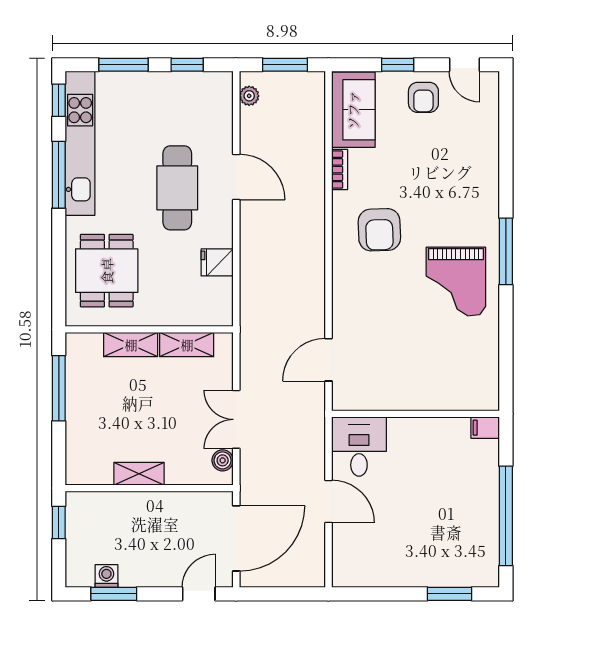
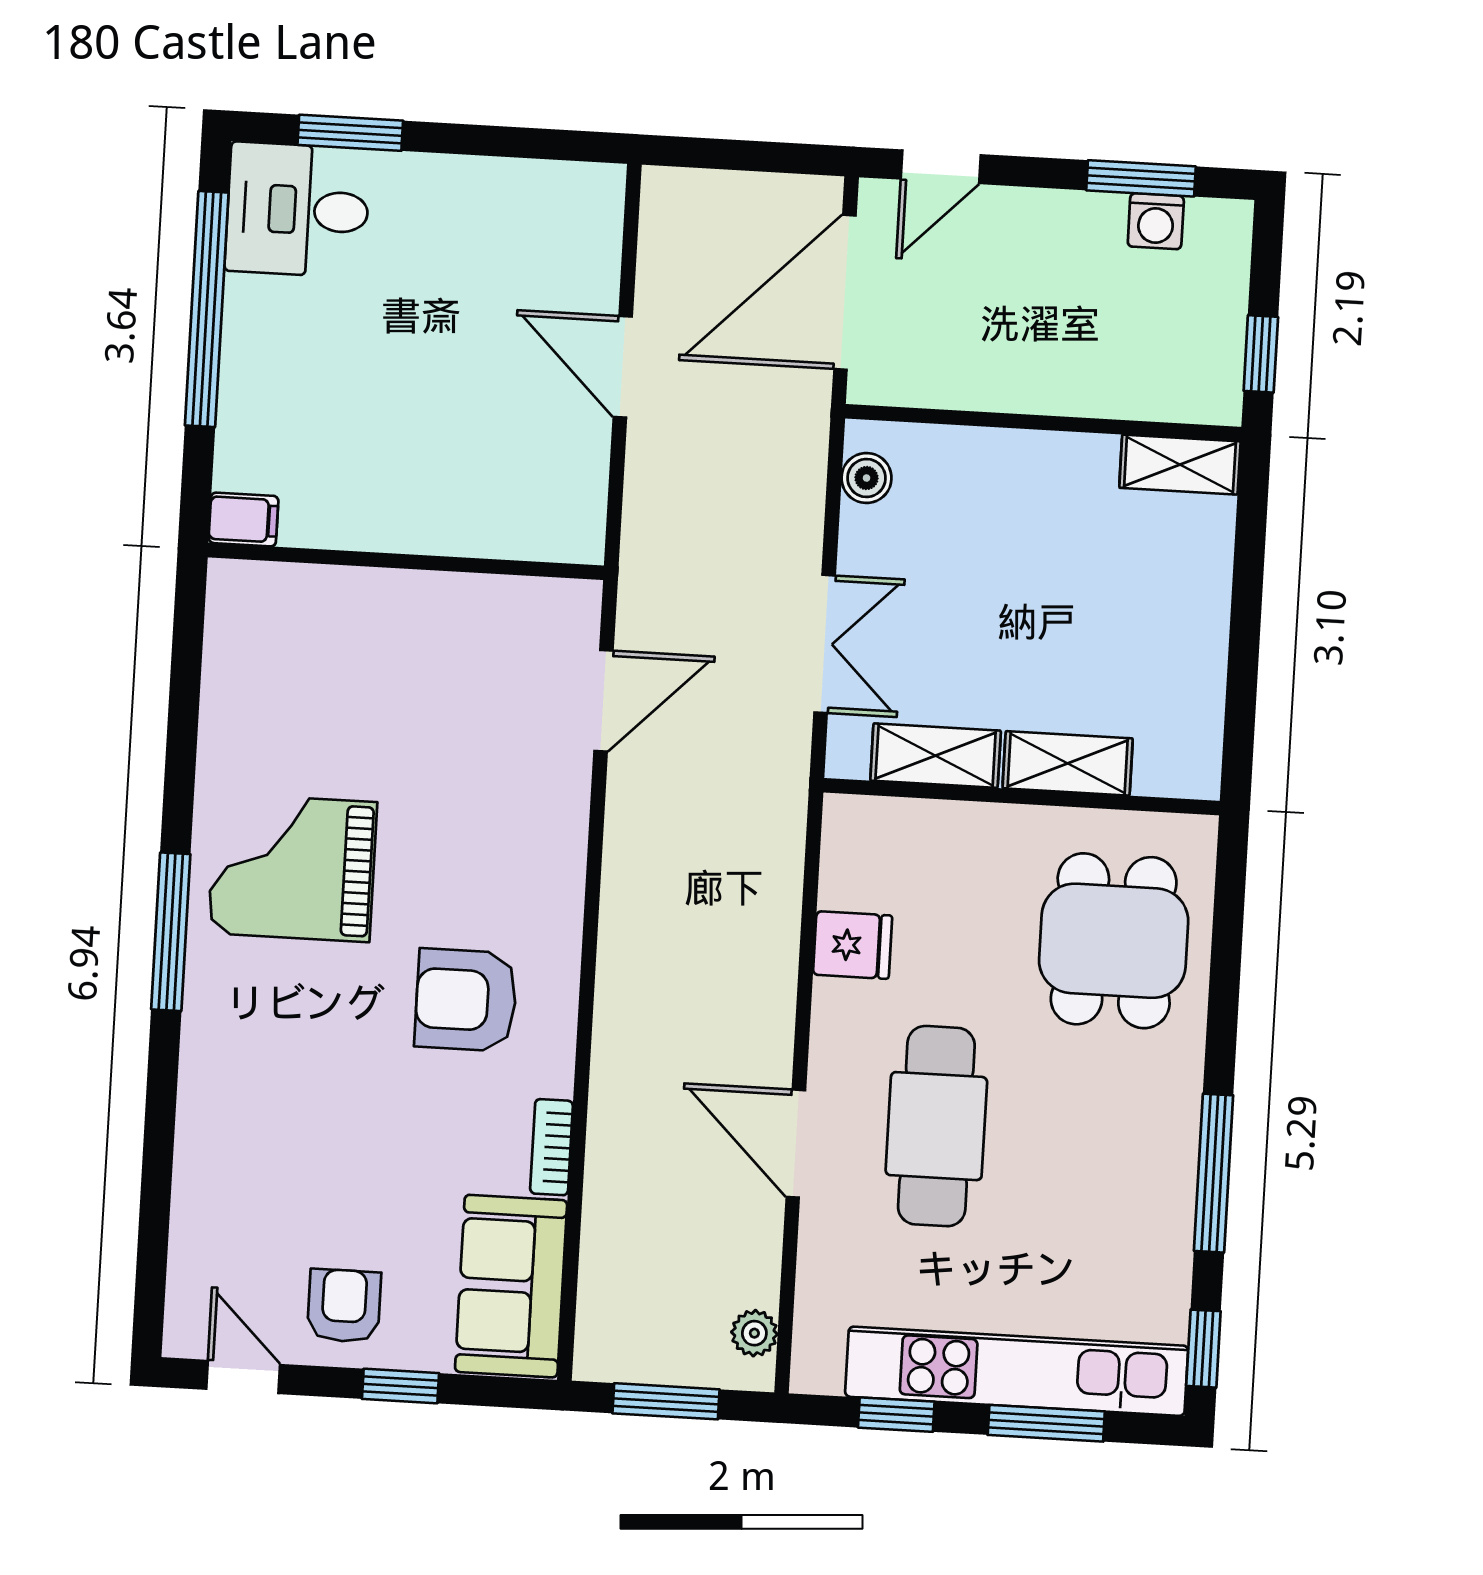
kitchen unit: (80, 143) -> (1017, 1371), moved, turned 90
armchair: (379, 230) -> (466, 1000), turned -88
grand piano: (456, 282) -> (292, 868), turned -90
window: (59, 388) -> (1243, 670), removed
double door: (236, 419) -> (825, 644), moved
desk: (359, 447) -> (298, 210), moved, turned 90
shelving: (139, 474) -> (1180, 465), moved

